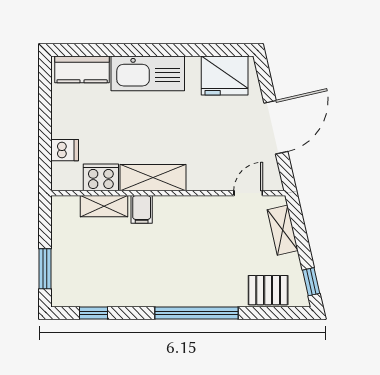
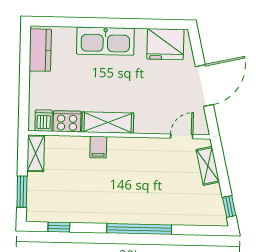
kitchen counter: (82, 69) -> (40, 50), moved, turned -90
dishwasher: (65, 150) -> (44, 121), moved, turned -90
shelving: (104, 206) -> (36, 153), moved, turned 90
pallet: (268, 290) -> (195, 212), removed

